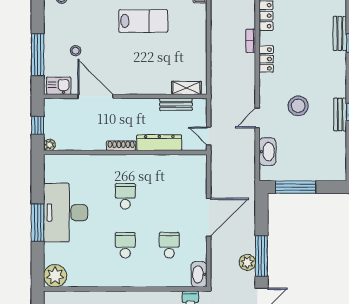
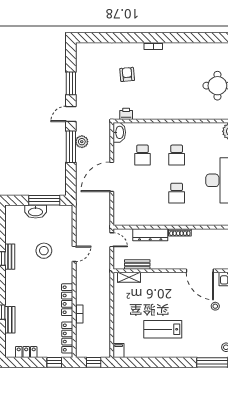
locker: (266, 59) -> (67, 300), width x1.53
stool: (298, 106) -> (44, 251), moved
washbasin: (268, 152) -> (36, 212), moved, turned -90

